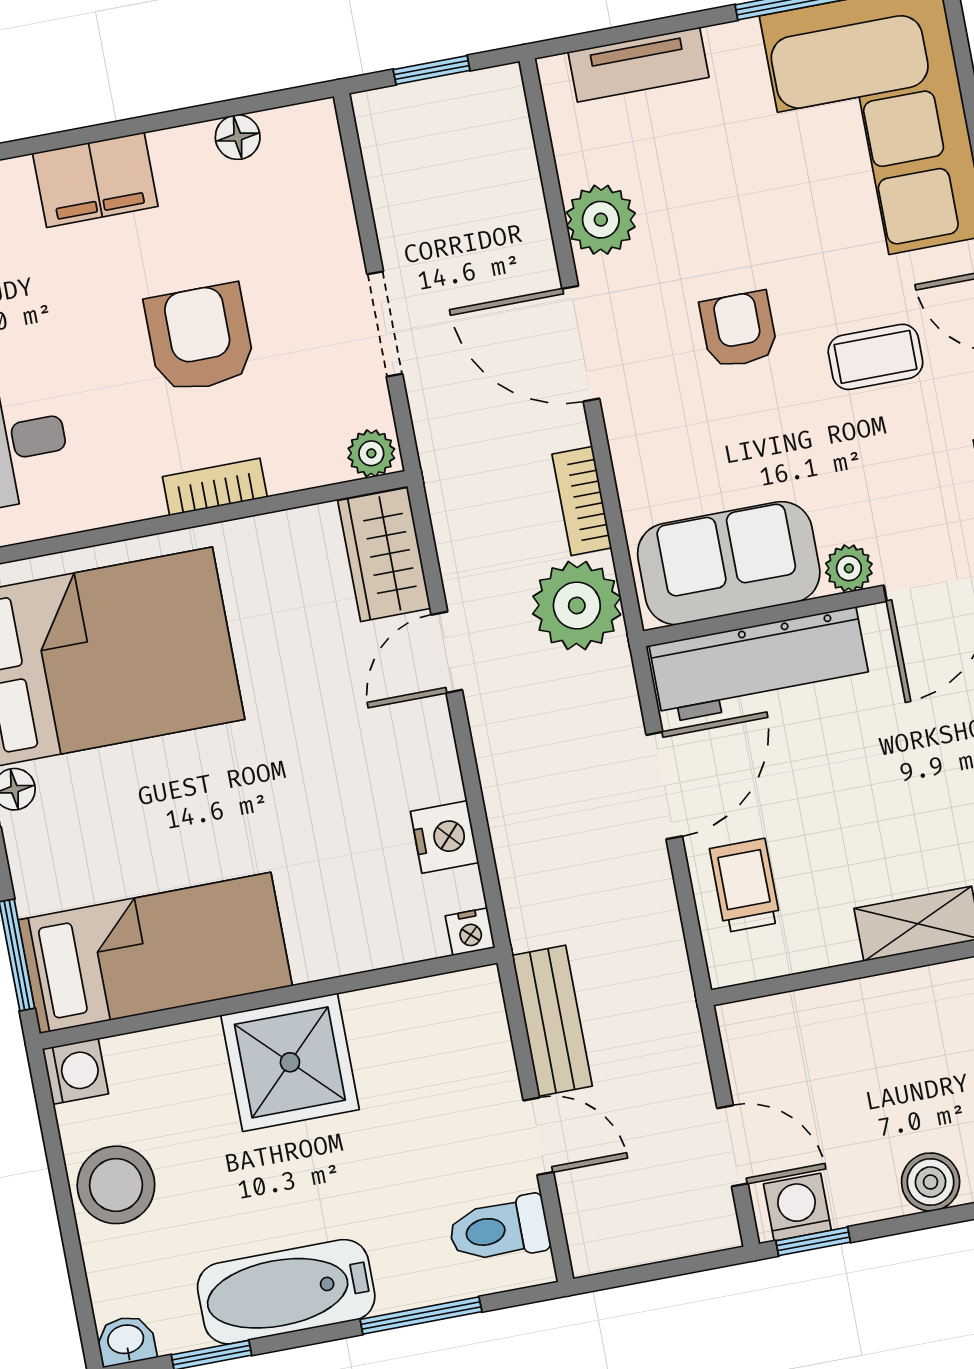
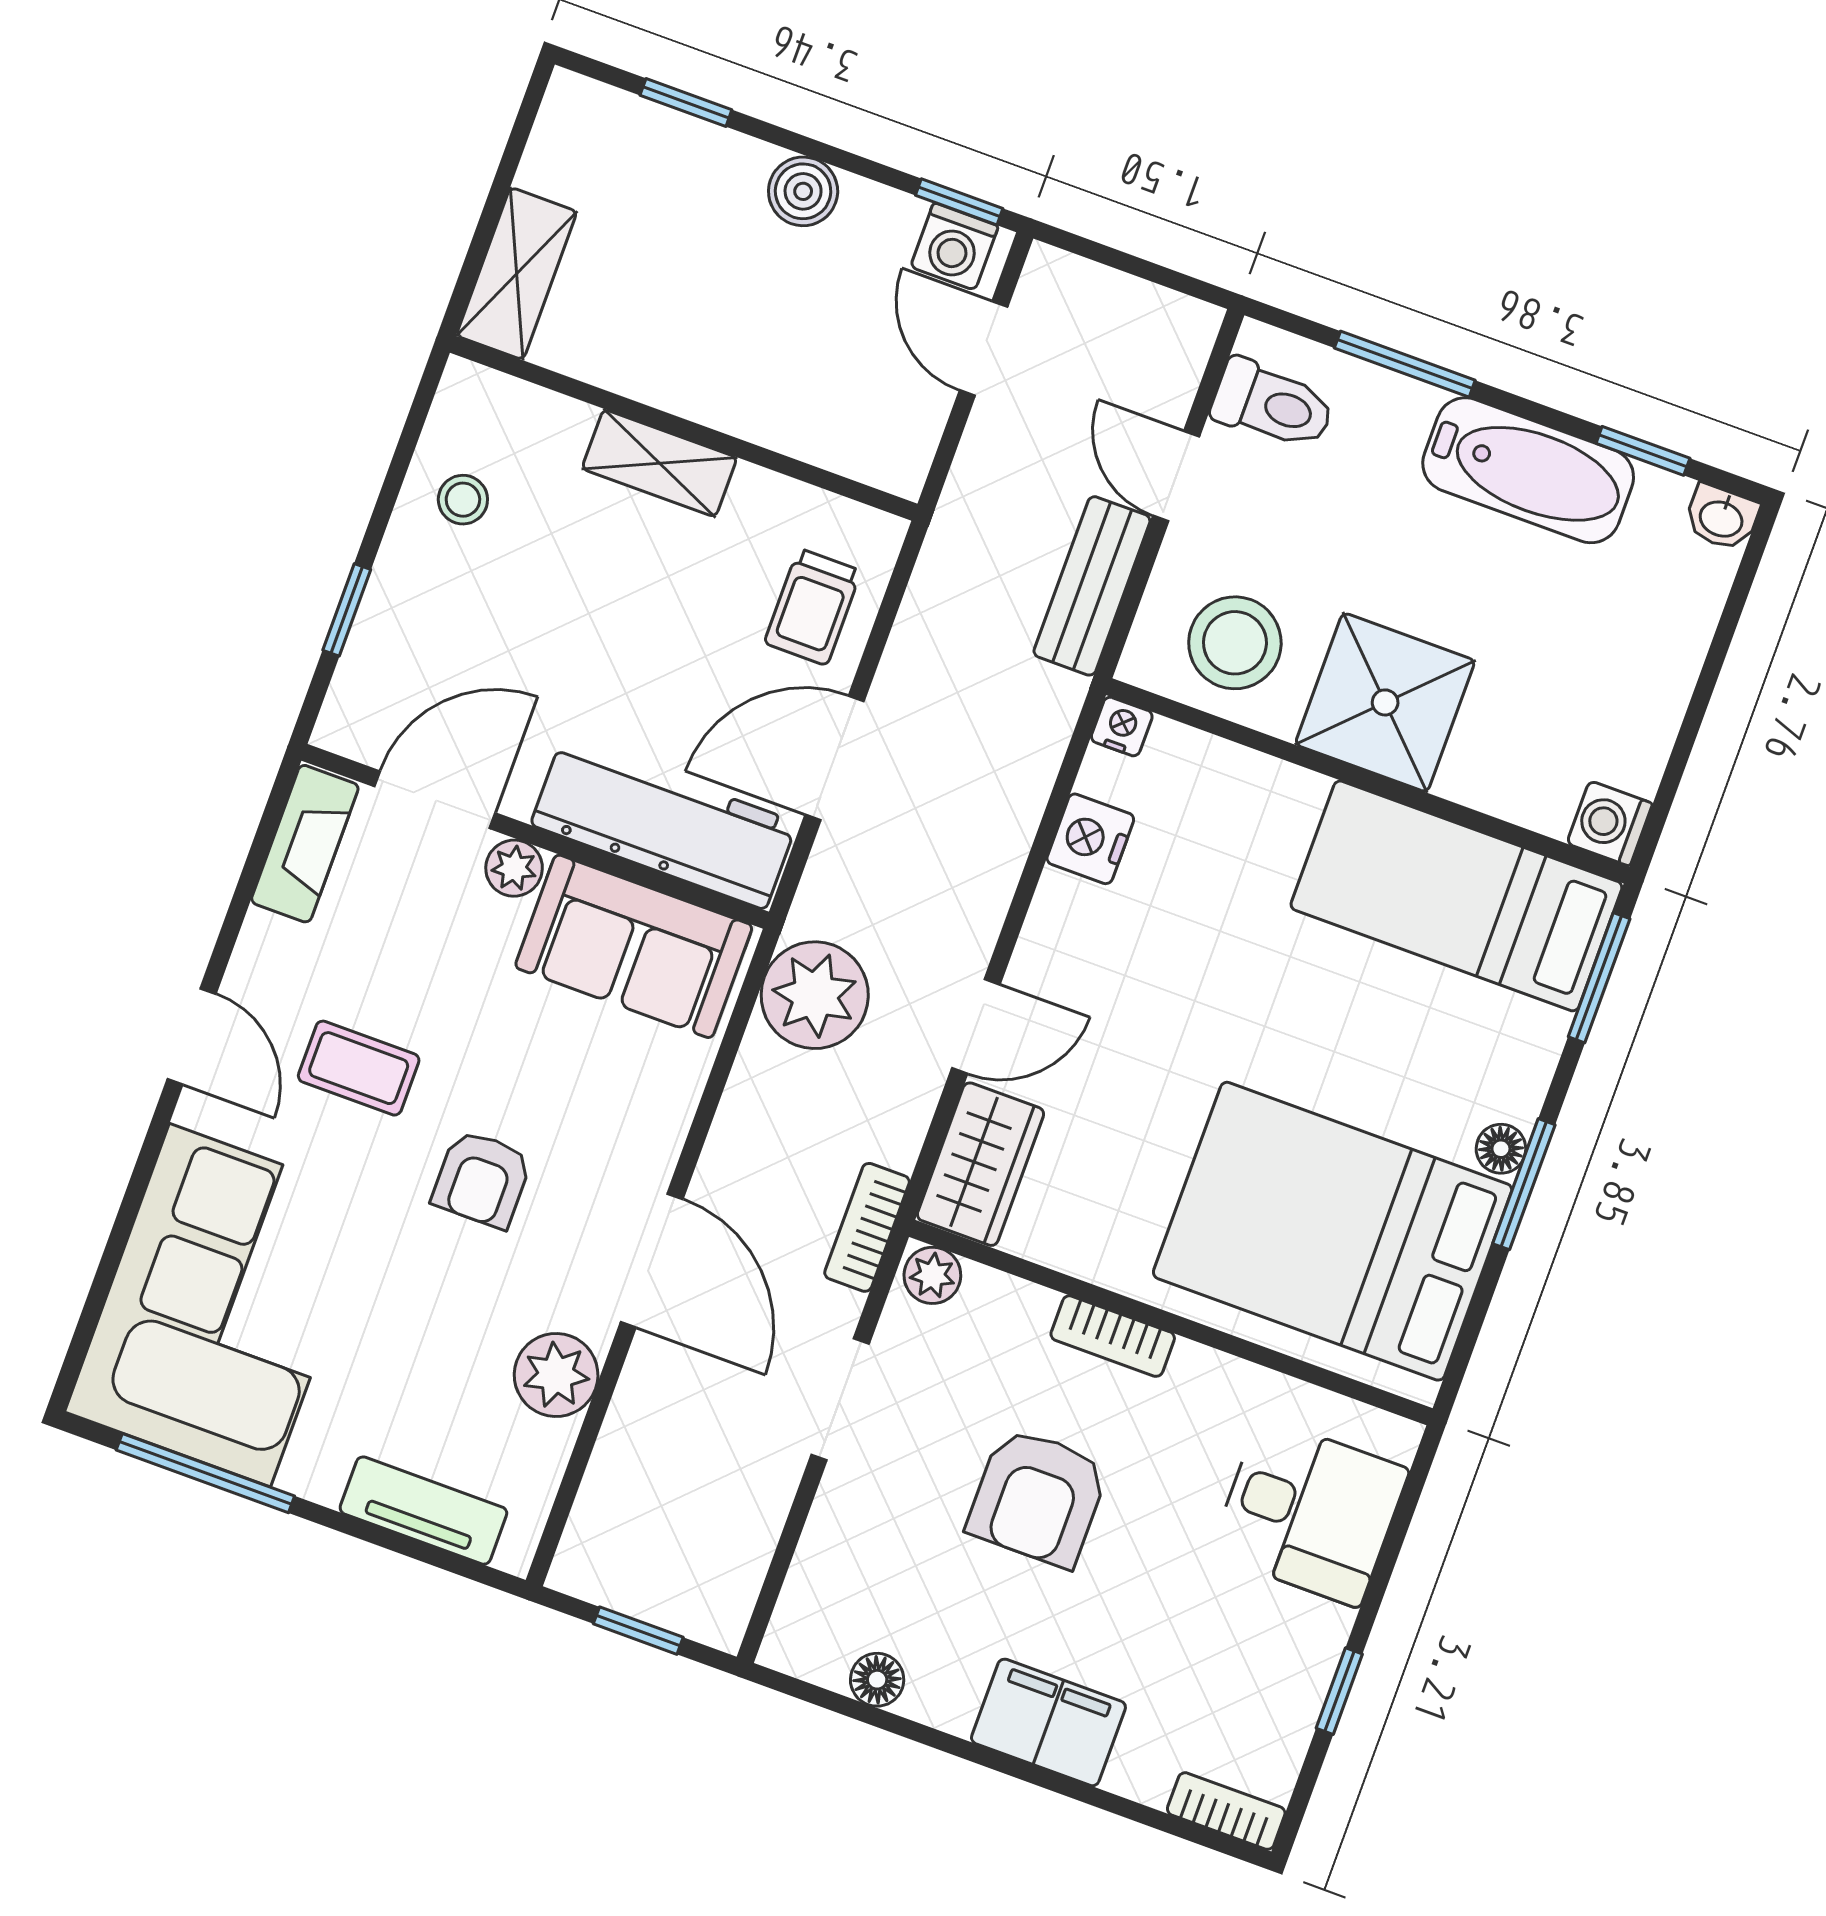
bookcase: (582, 501) -> (867, 1227), moved, turned 180
stool: (116, 1185) -> (1235, 643), moved

